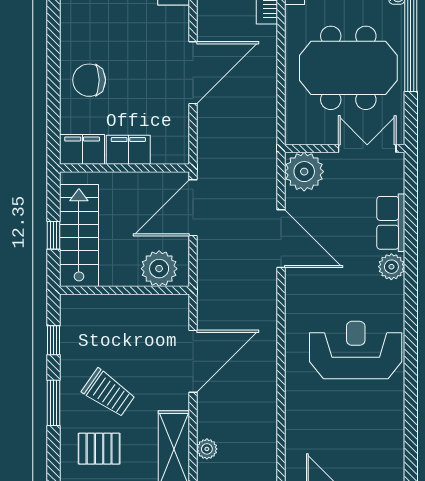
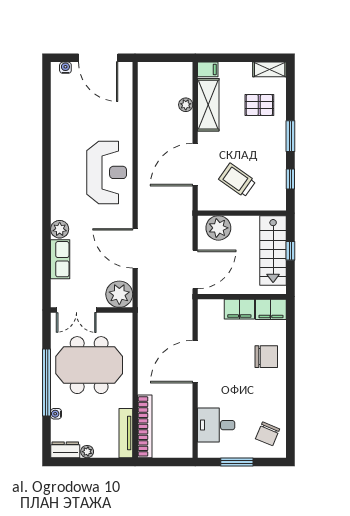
reception desk: (356, 350) -> (107, 172), moved, turned -90
trolley: (109, 393) -> (237, 180), moved

